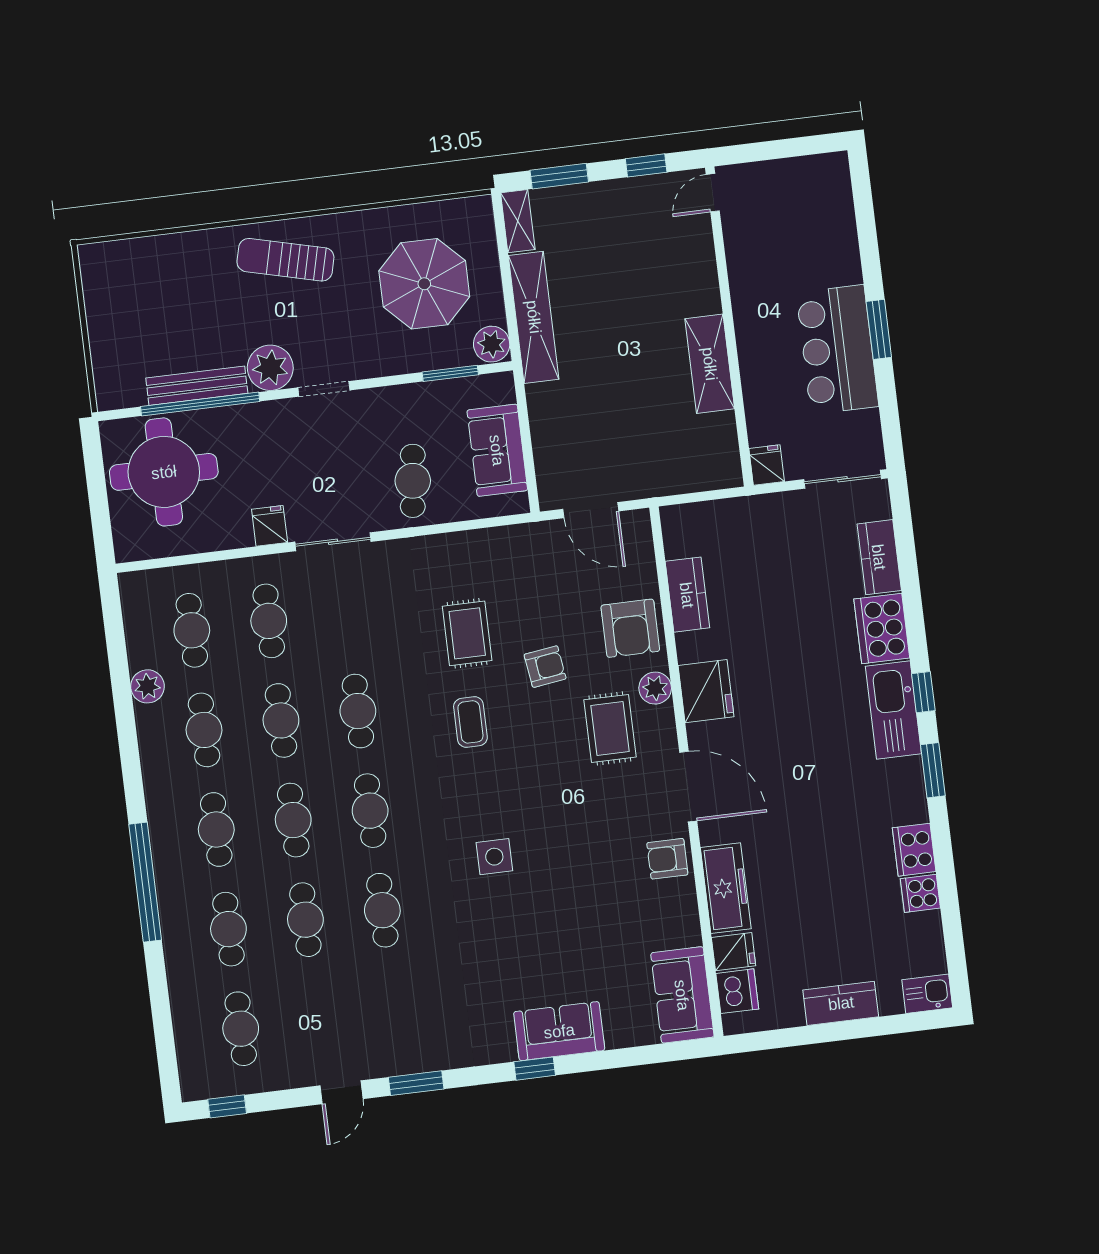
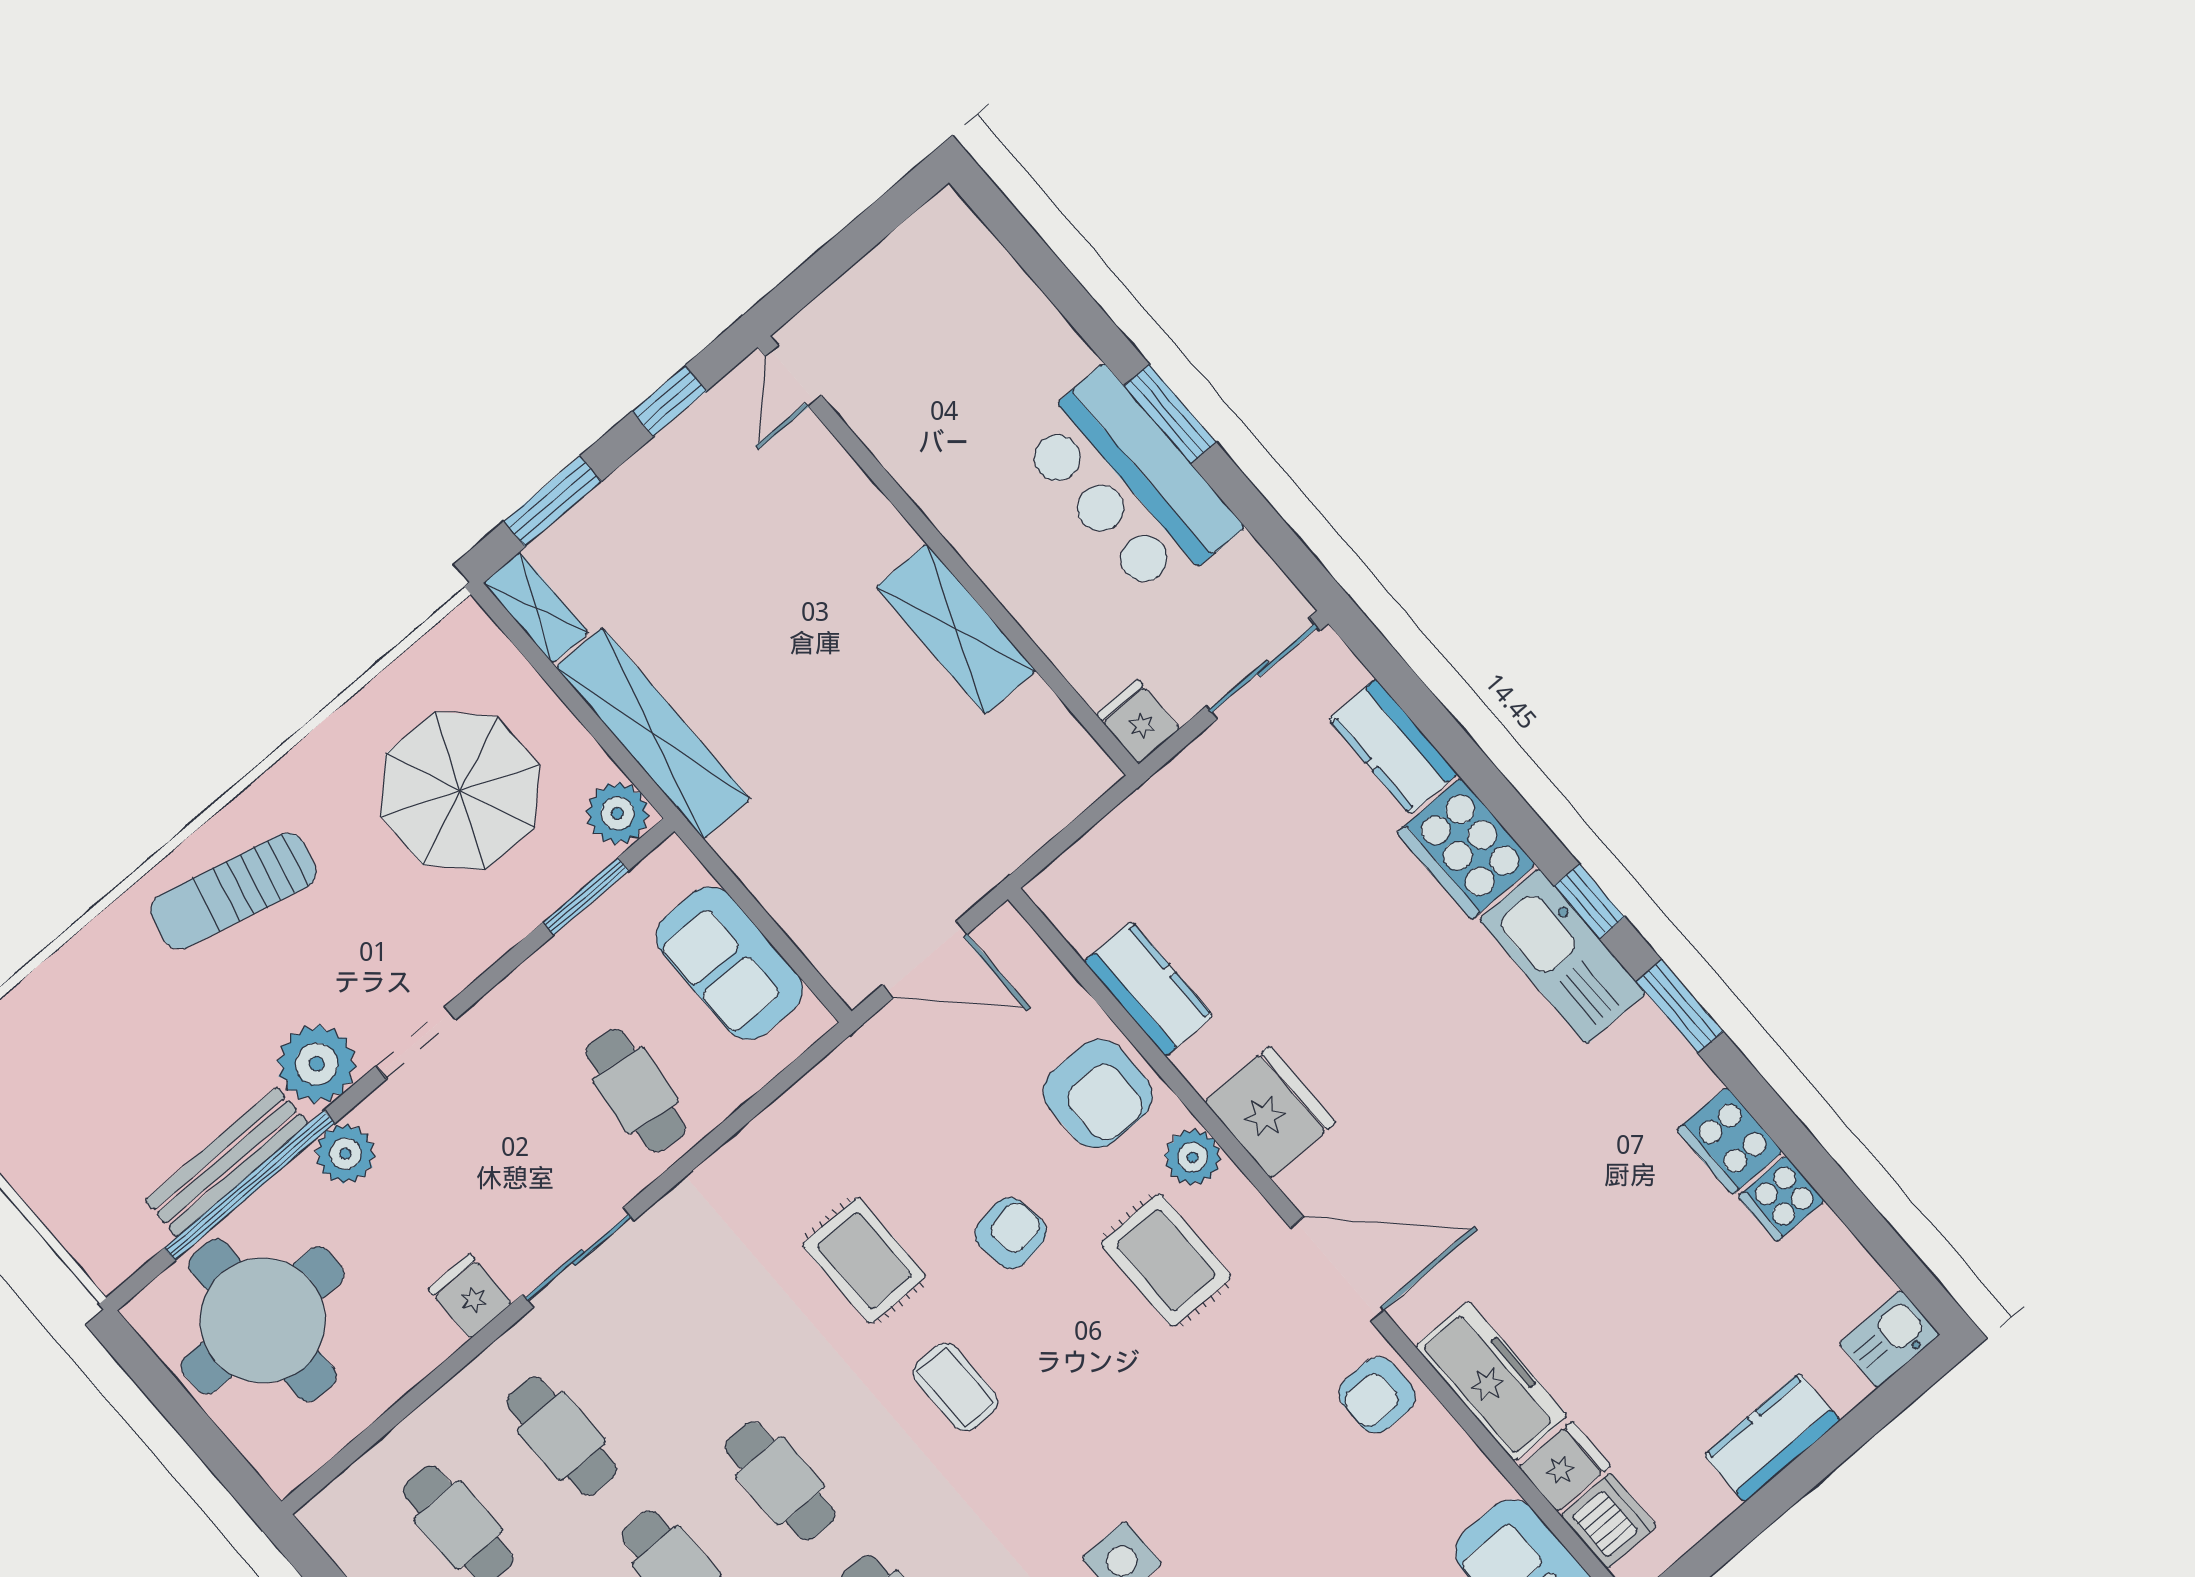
plant: (256, 419) -> (345, 1154), added

